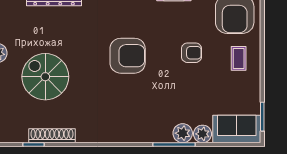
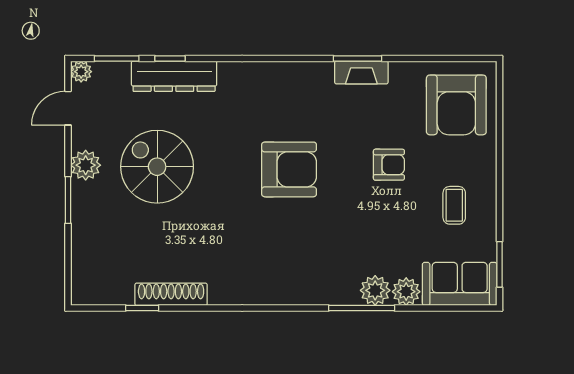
coffee table: (239, 58) -> (454, 205), moved
spiral stairs: (45, 77) -> (157, 167), moved

